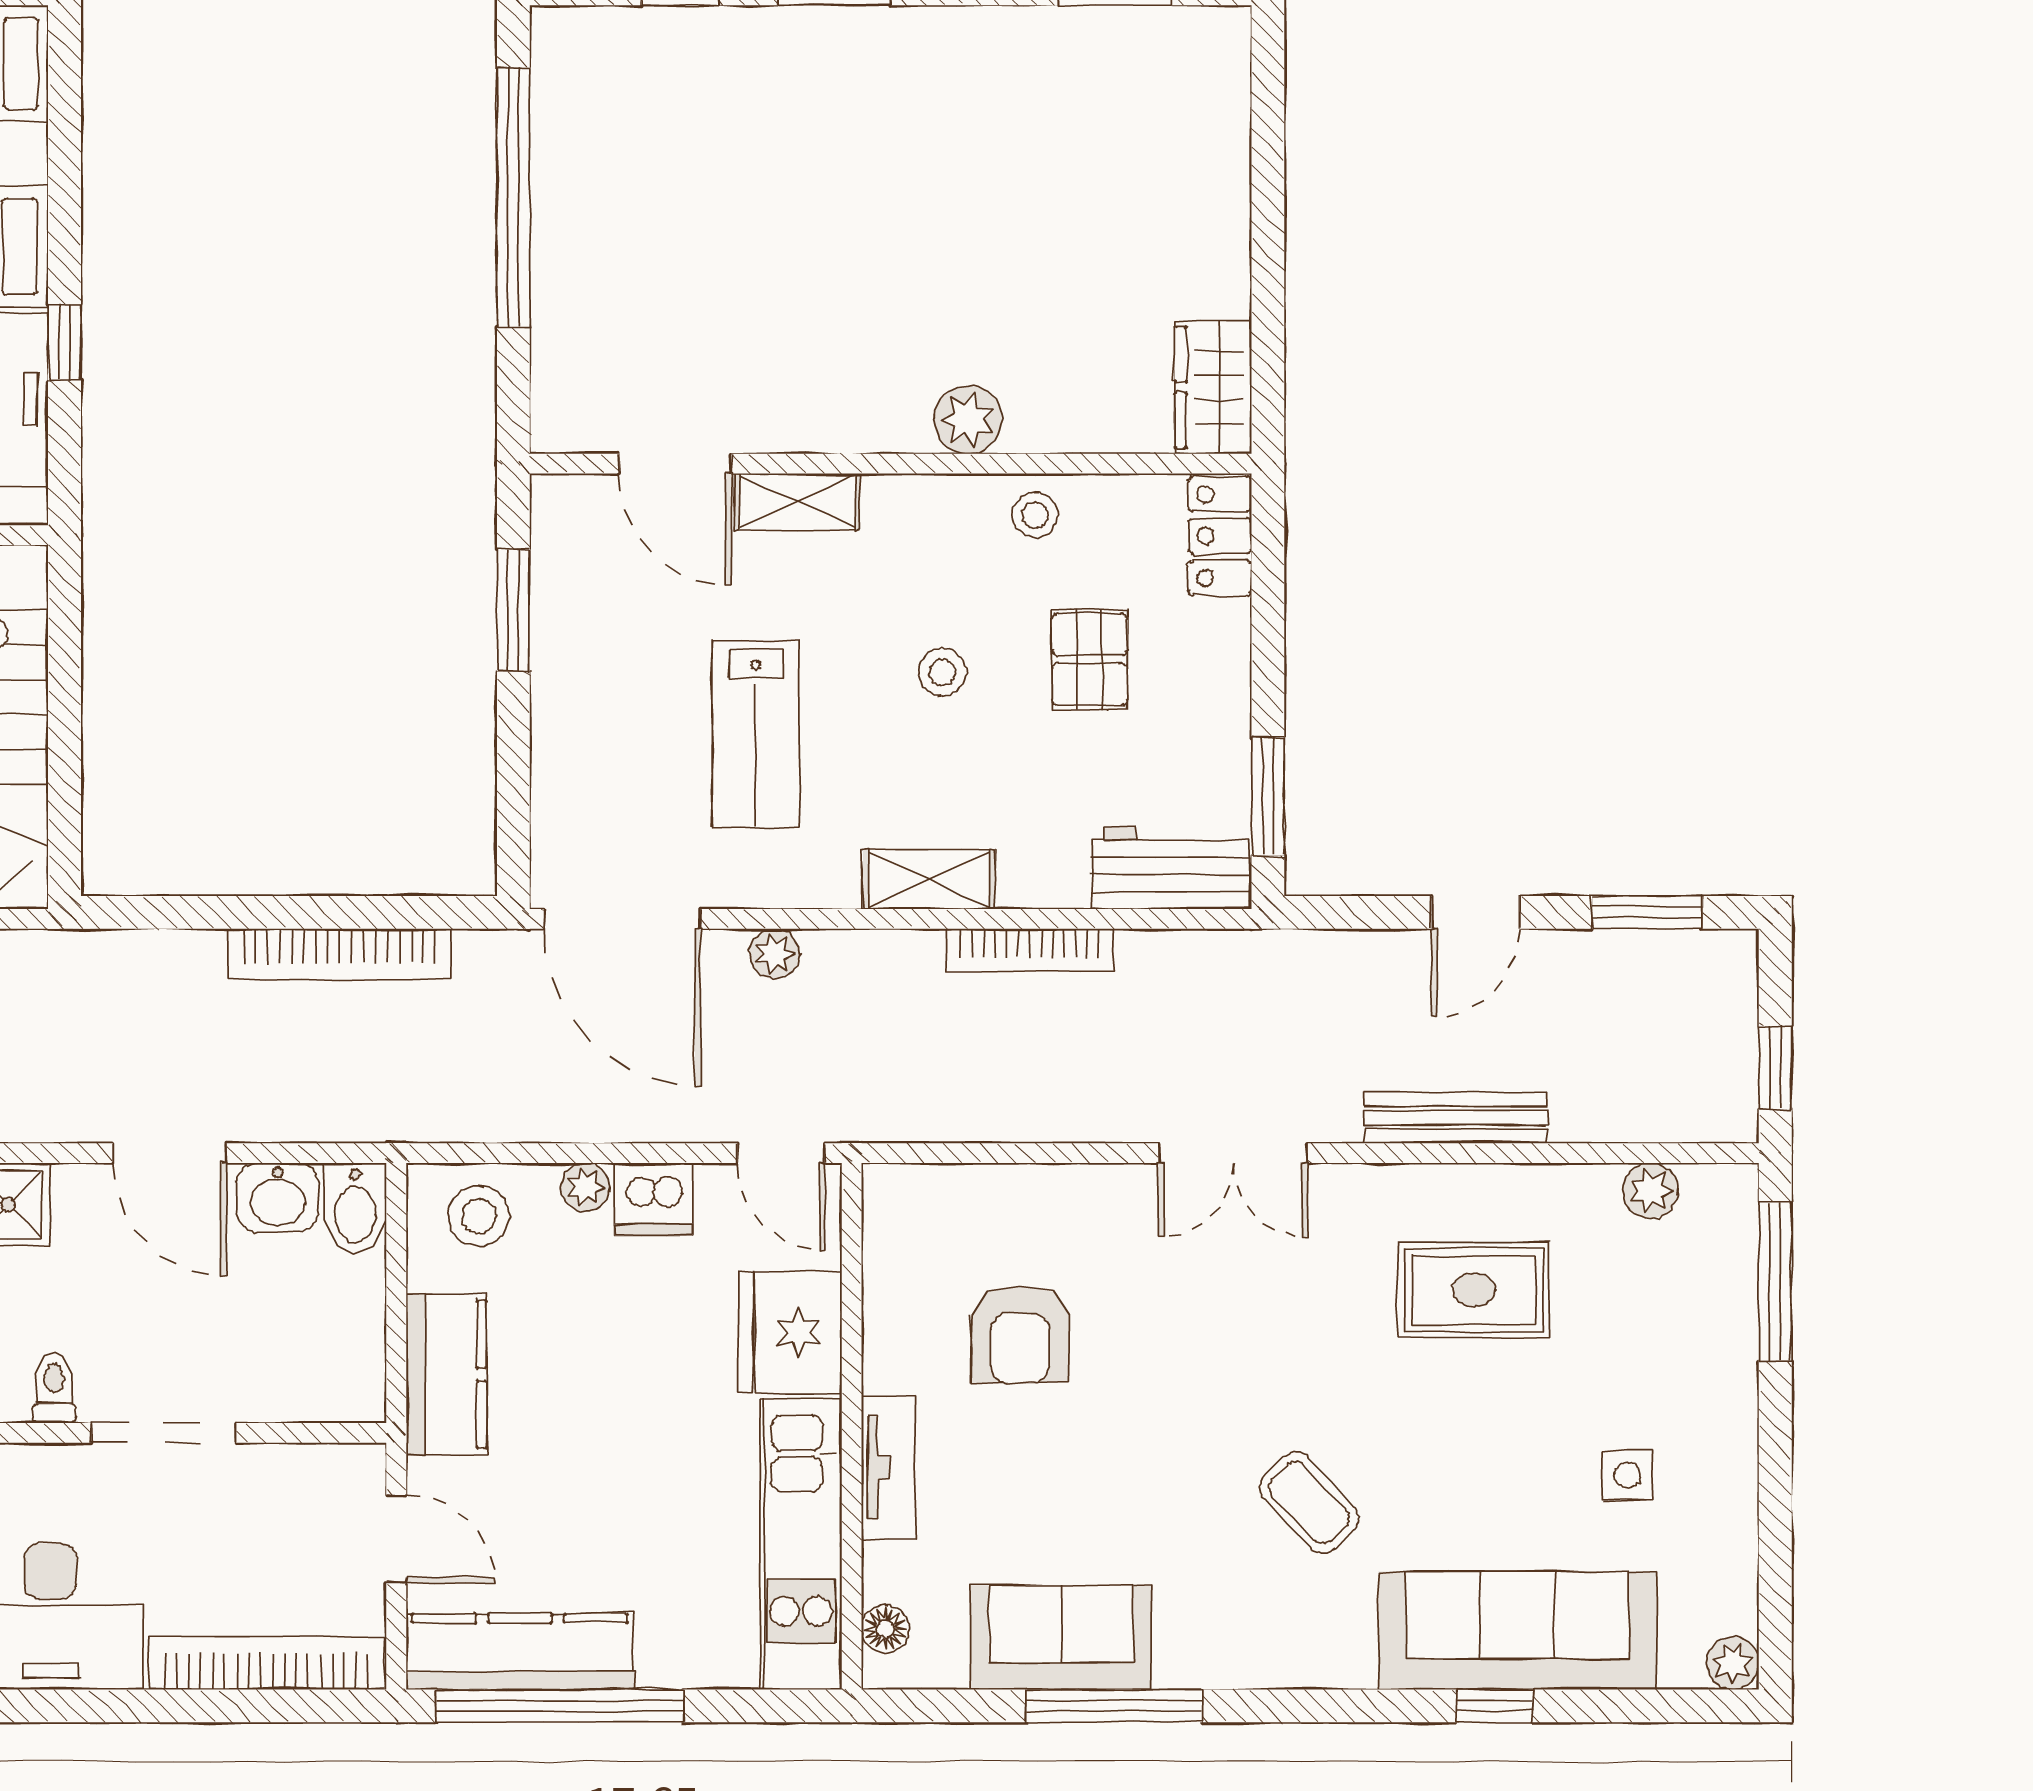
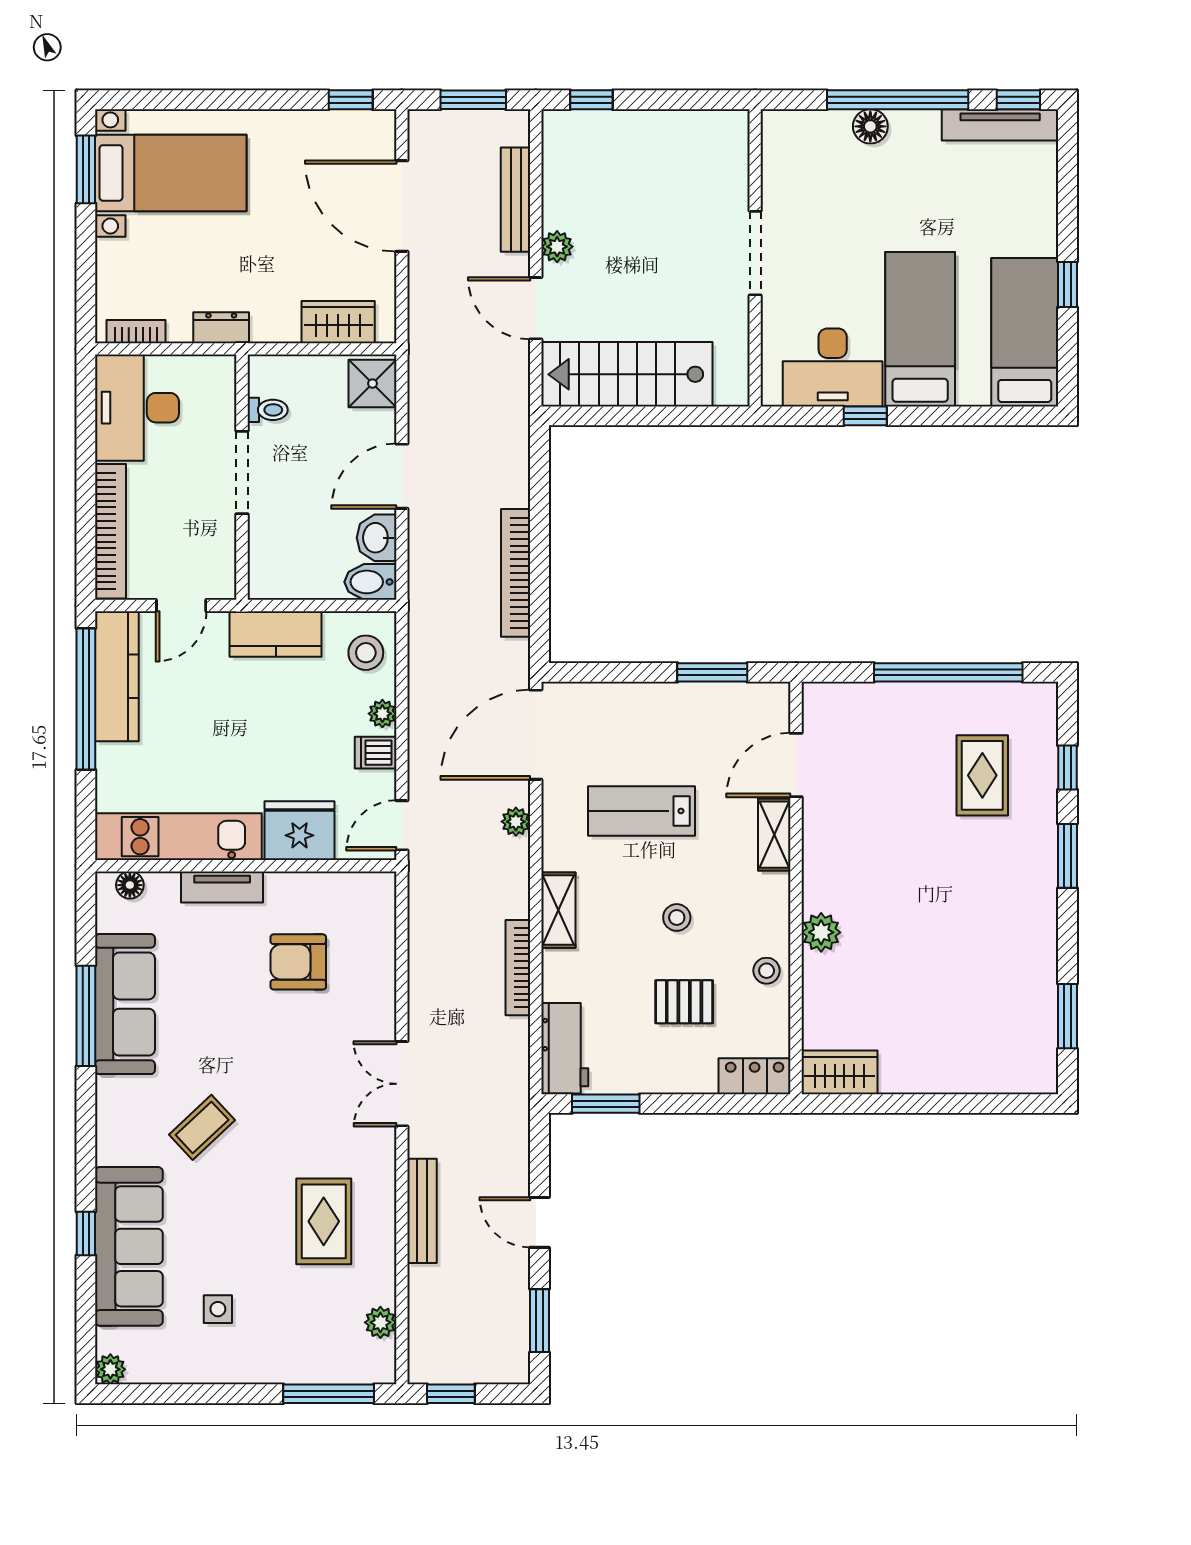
rug: (694, 138) -> (982, 775), added
dishwasher: (654, 1199) -> (376, 753), width x0.73
sofa: (1061, 1638) -> (125, 1004), width x1.36

